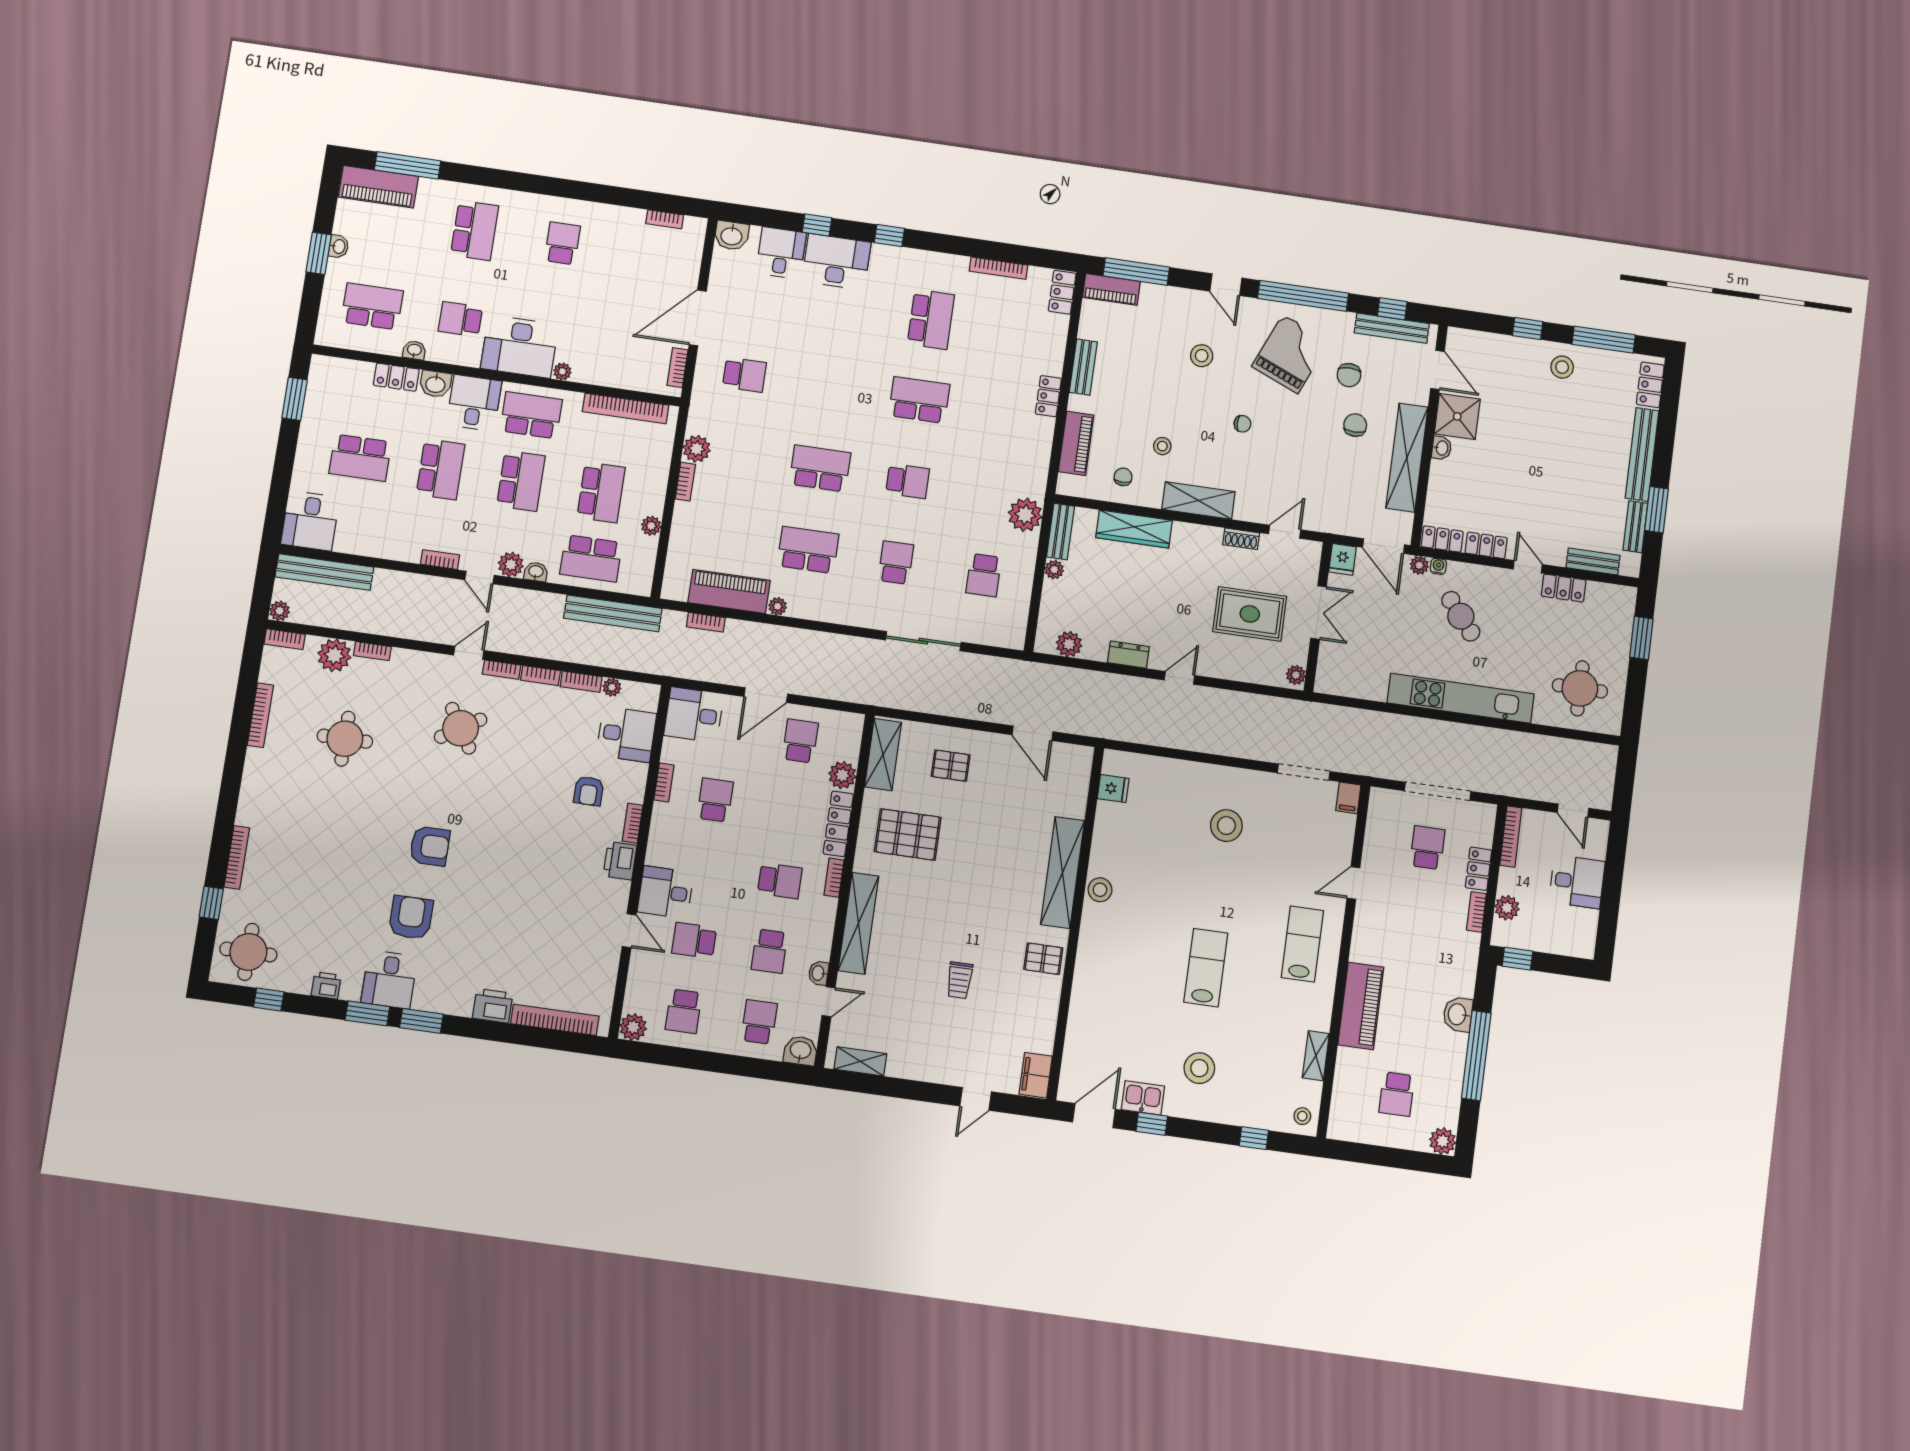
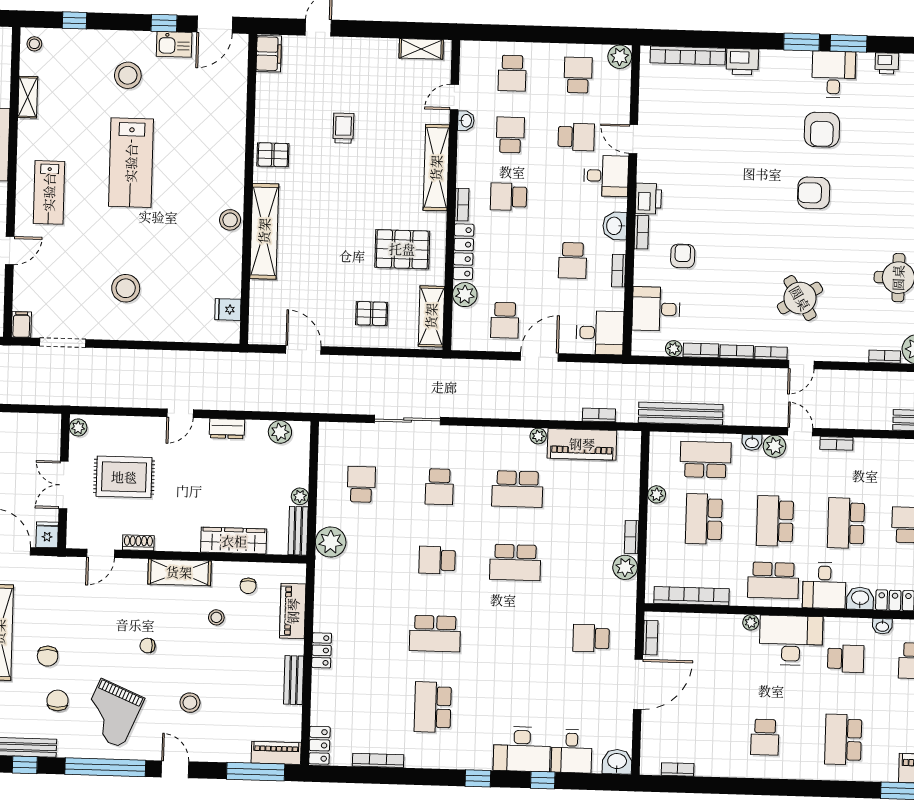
lab bench: (1206, 968) -> (131, 163), width x1.36, depth x1.39
washbasin: (800, 1051) -> (615, 226), moved, turned 90

